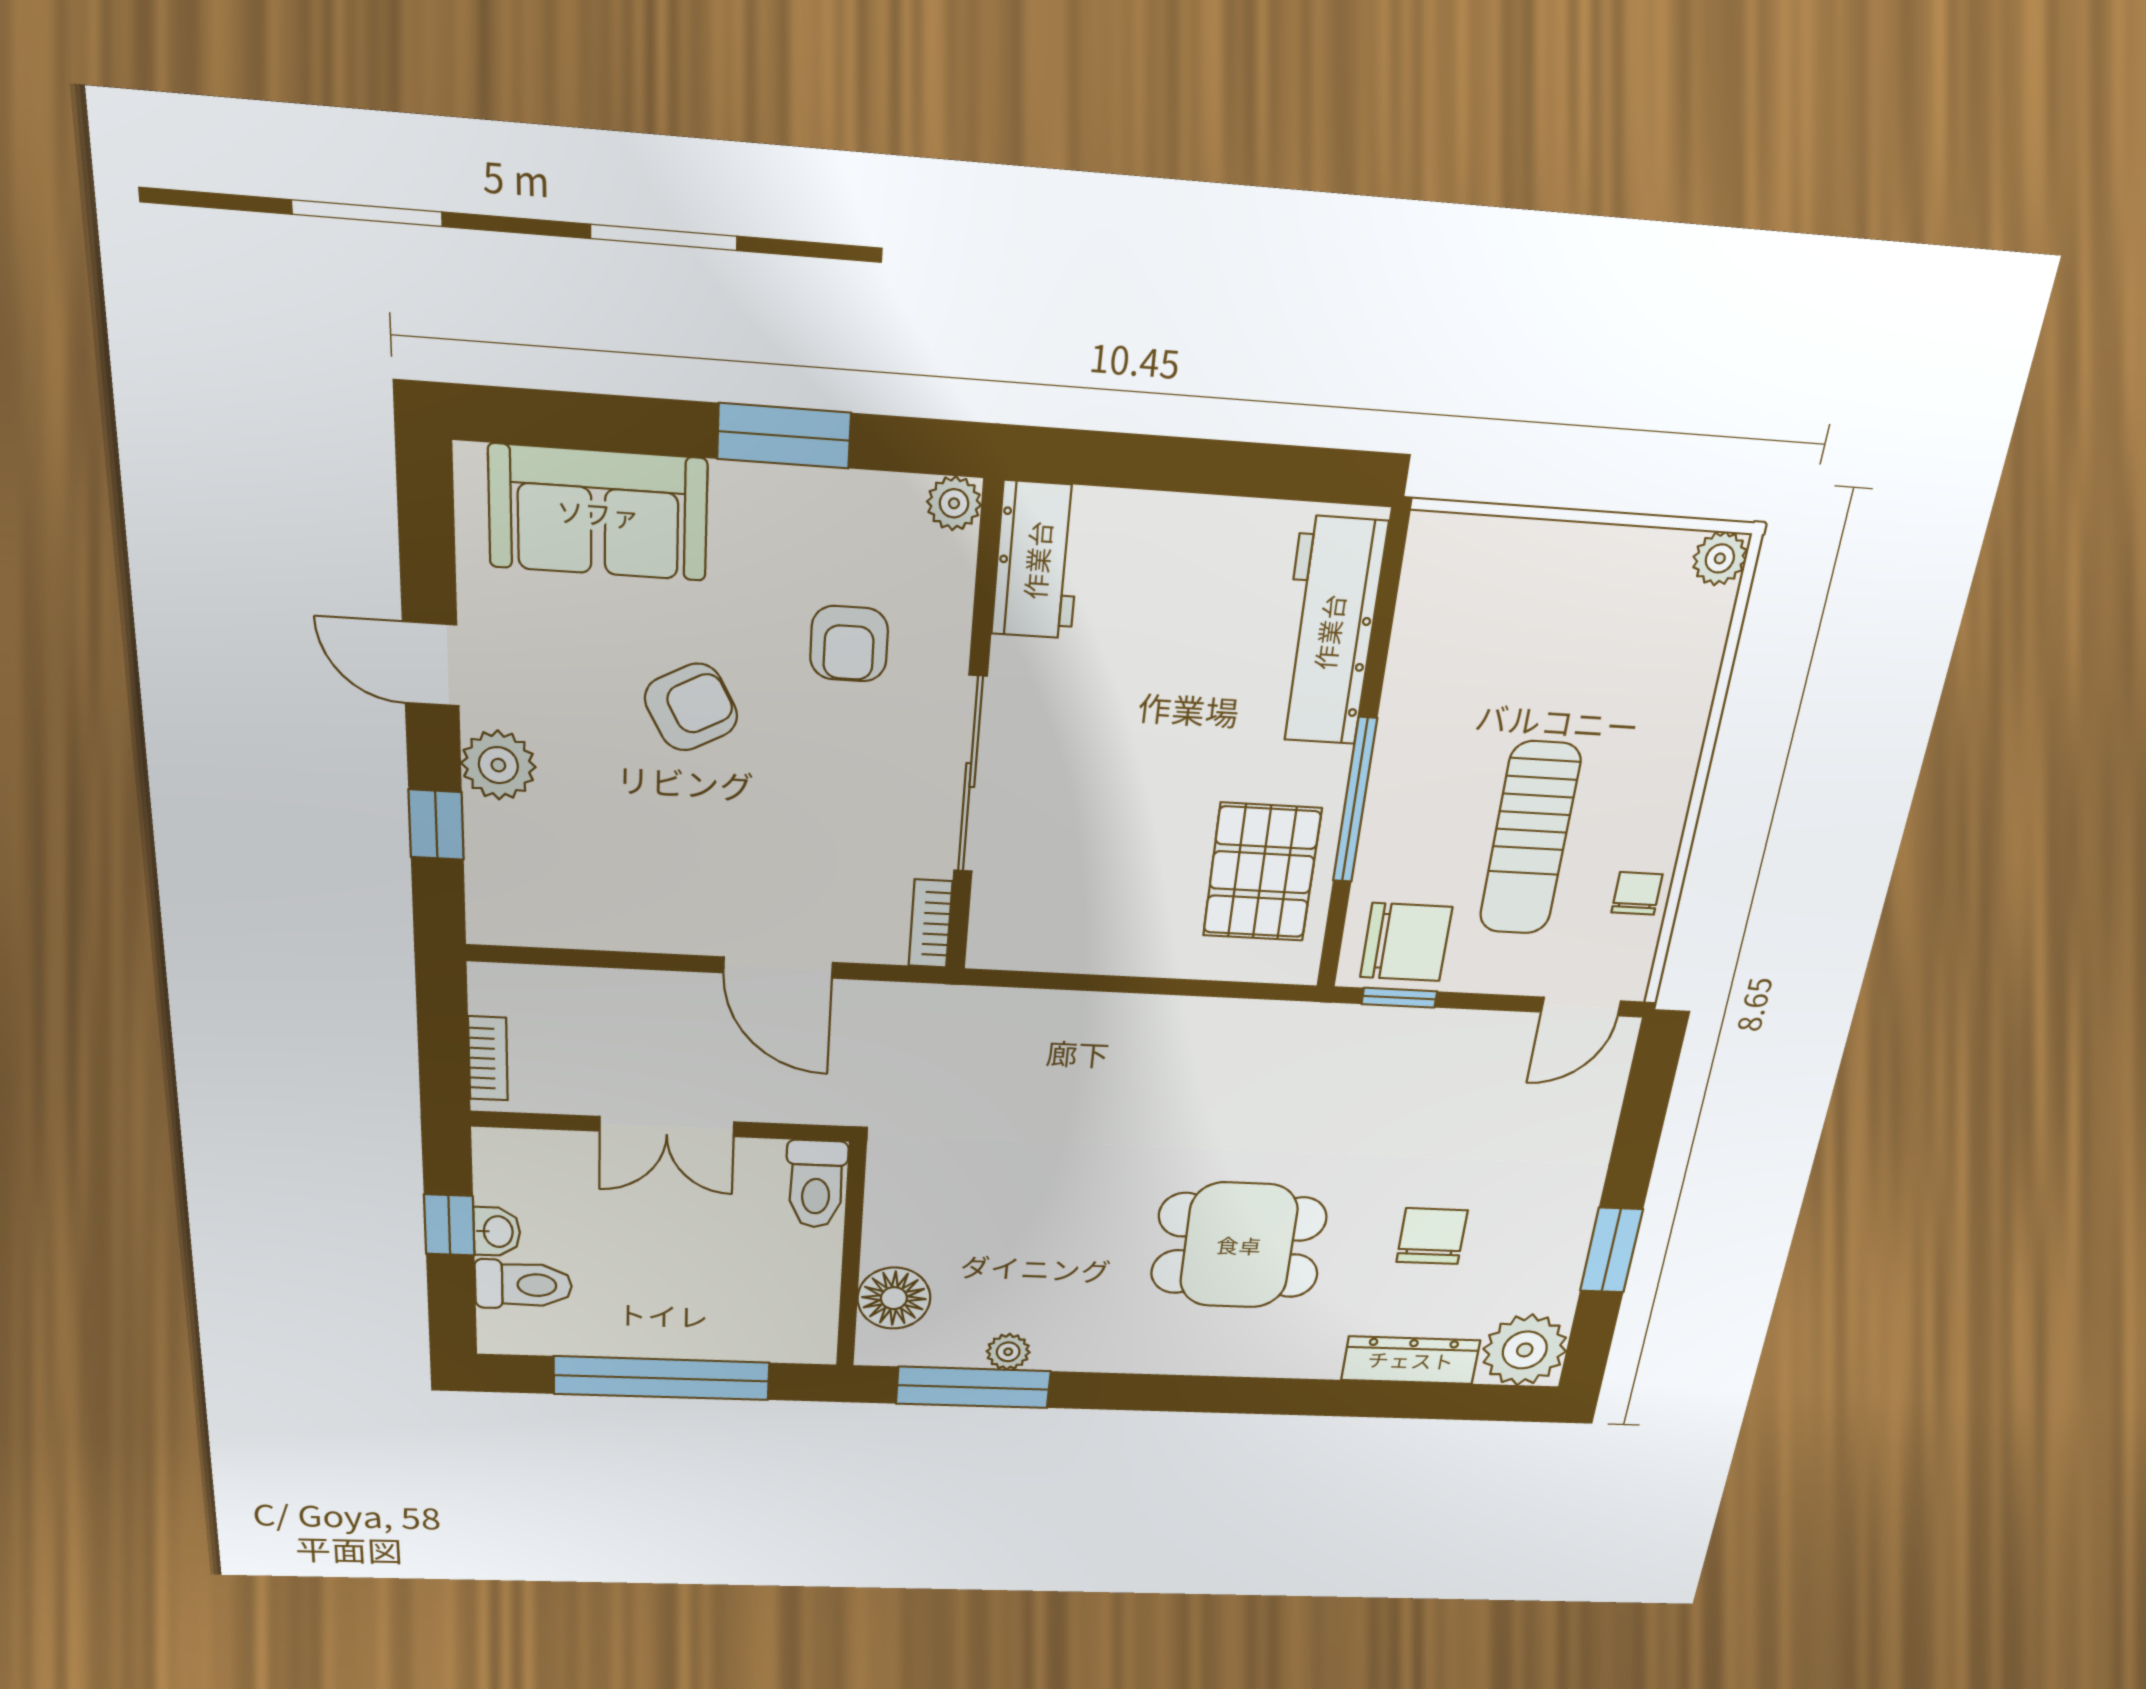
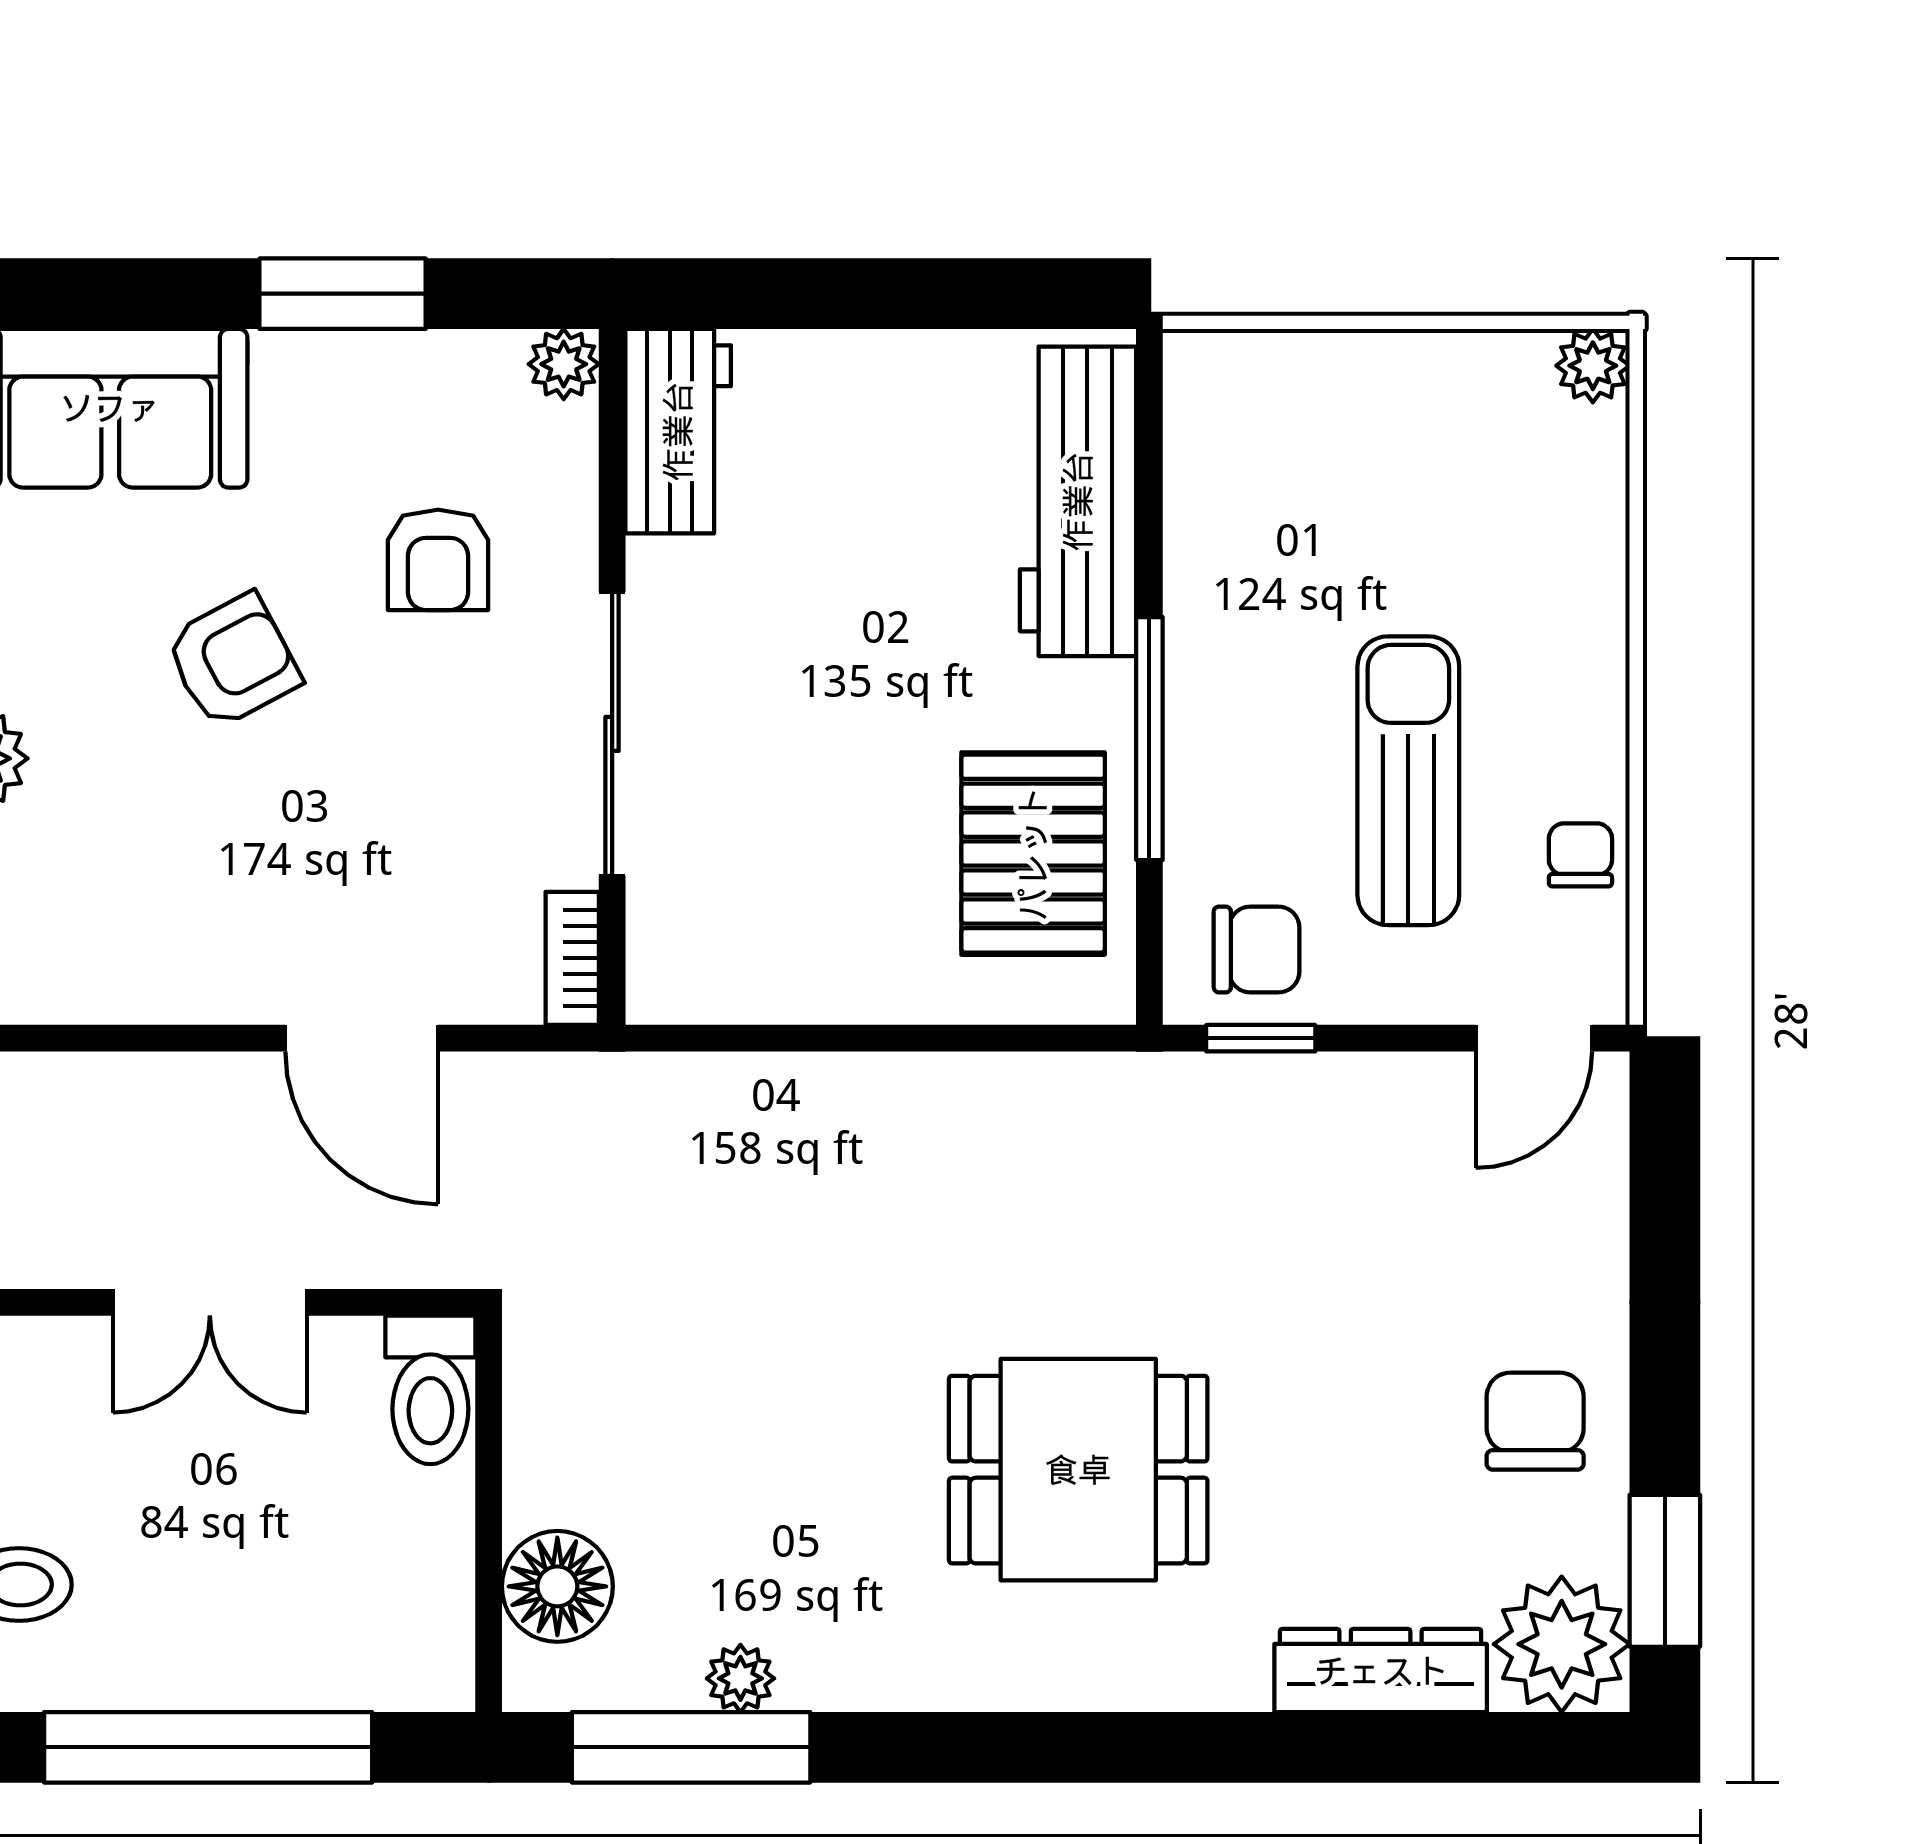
sun lounger: (1530, 839) -> (1408, 781), turned 180
chair: (1406, 942) -> (1257, 949), width x0.73, depth x0.73
chair: (1432, 1236) -> (1535, 1421), moved
window: (1611, 1250) -> (1665, 1571), moved

